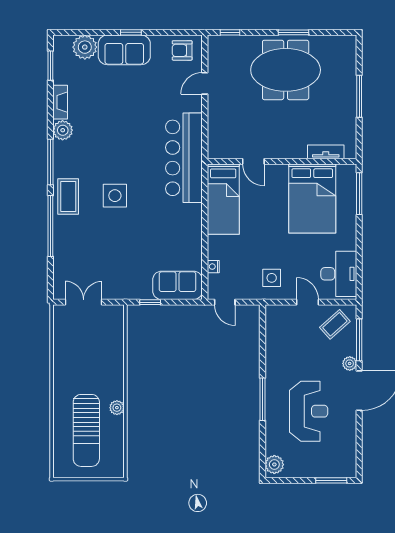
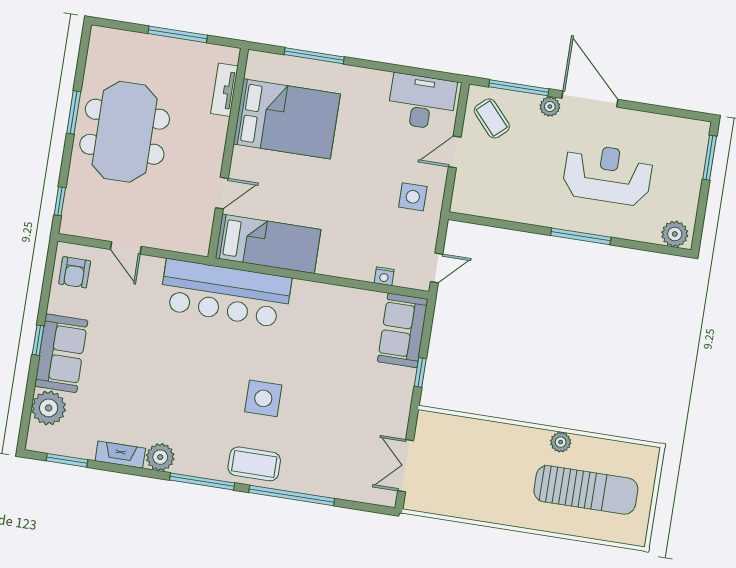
tv unit: (326, 152) -> (224, 90), moved
door: (253, 161) -> (222, 193), moved
wall: (282, 161) -> (228, 153), moved
bed: (312, 198) -> (287, 119), moved
bed: (223, 199) -> (268, 244), moved

